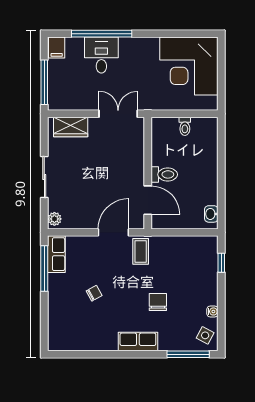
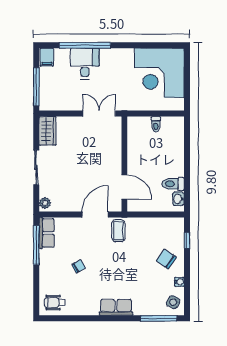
wardrobe: (71, 127) -> (47, 131), moved, turned -90
toilet: (164, 174) -> (173, 184), moved, turned 180
chair: (158, 302) -> (166, 259), moved, turned -56
wheelchair: (66, 336) -> (55, 303), added

